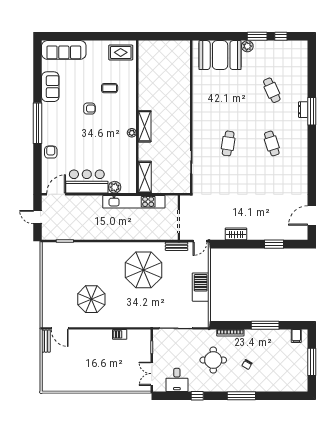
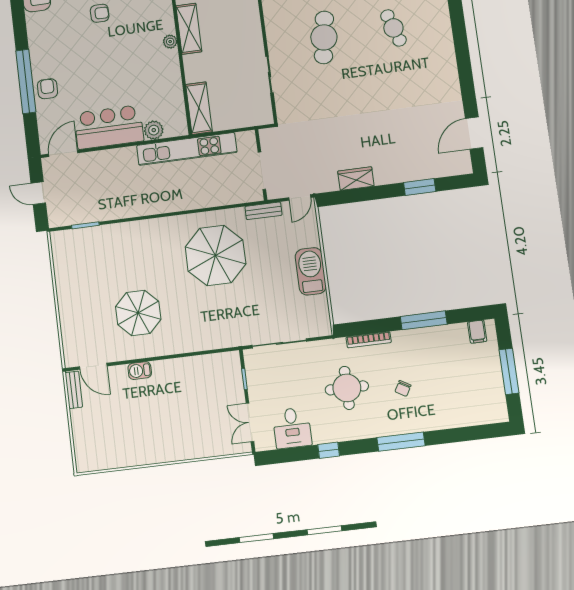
window: (37, 123) -> (26, 81), moved
cafe table: (228, 143) -> (324, 37), width x1.37, depth x1.35
barbecue: (120, 334) -> (140, 371), moved

